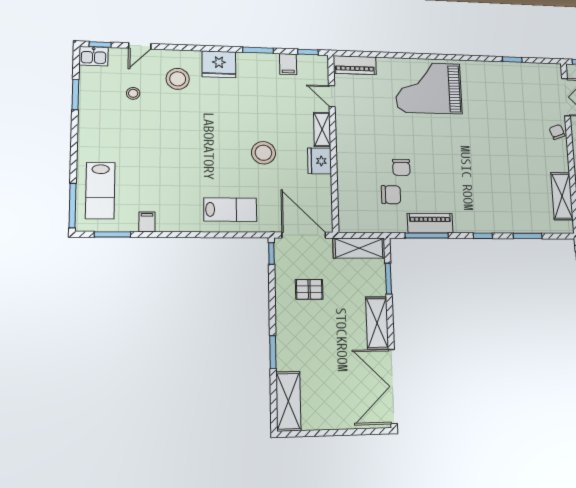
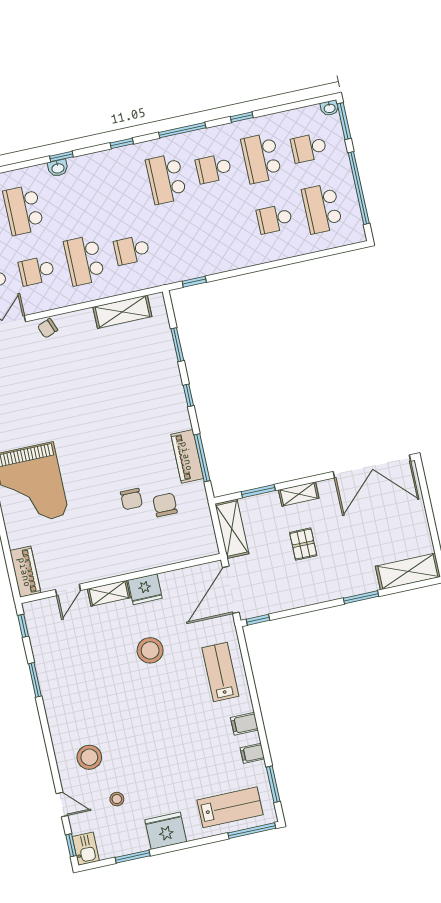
fridge: (219, 64) -> (166, 831), moved, turned -90
filing cabinet: (288, 64) -> (244, 724), moved, turned 180
chair: (401, 167) -> (131, 499), turned 90
pallet: (309, 289) -> (303, 544), moved
shelving: (377, 323) -> (299, 494), width x0.67, depth x0.75

